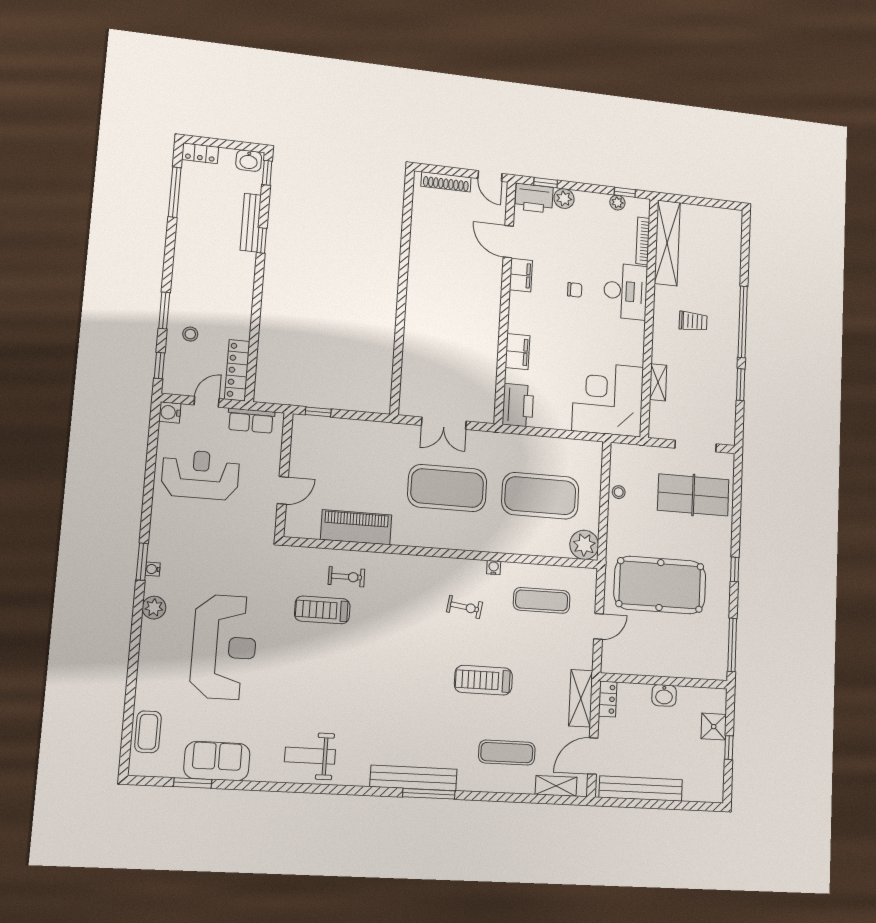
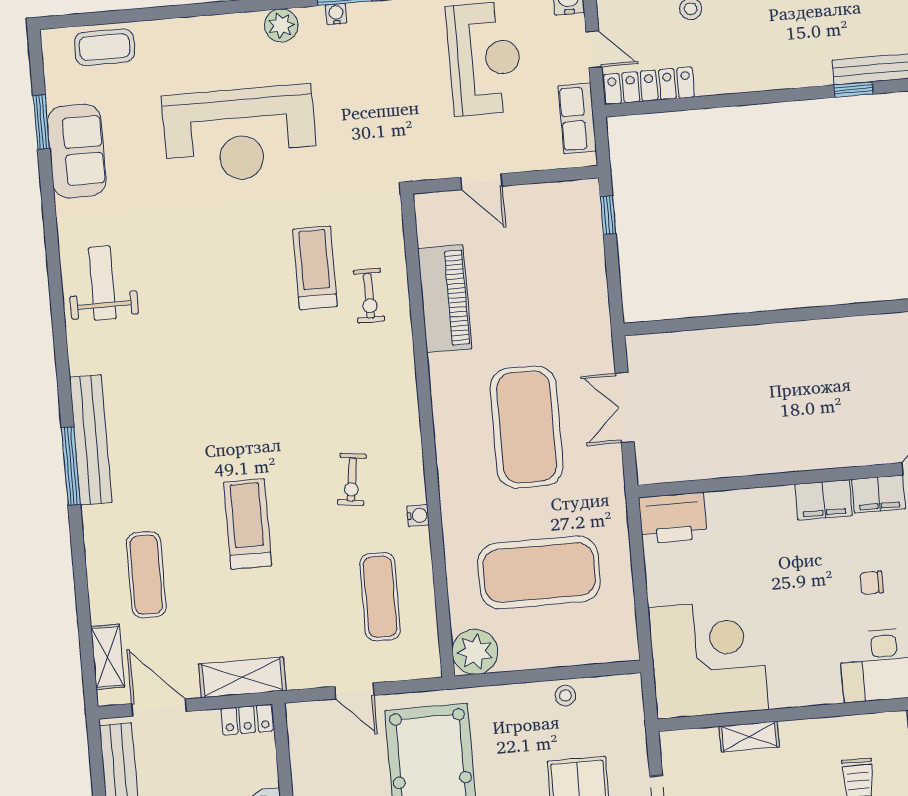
chair: (575, 290) -> (872, 583), turned 90
filing cabinet: (518, 352) -> (824, 500), moved
exercise mat: (540, 496) -> (539, 572), turned 90

